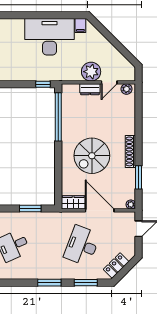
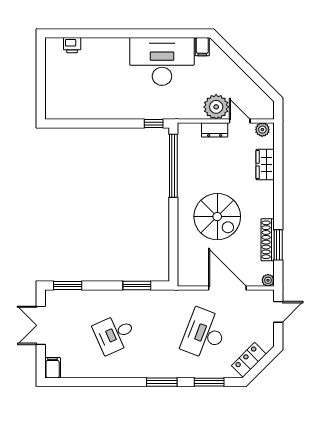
door: (109, 82) -> (240, 121), swing flipped
shoe rack: (130, 151) -> (268, 240), moved
spiral stairs: (92, 156) -> (217, 217), turned -90
wardrobe: (73, 202) -> (265, 165), moved, turned -90

